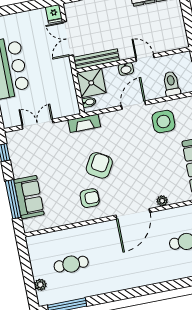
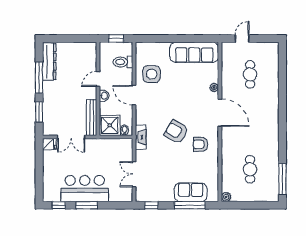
armchair: (90, 198) -> (201, 144), turned -90
plant: (40, 285) -> (226, 197), moved

